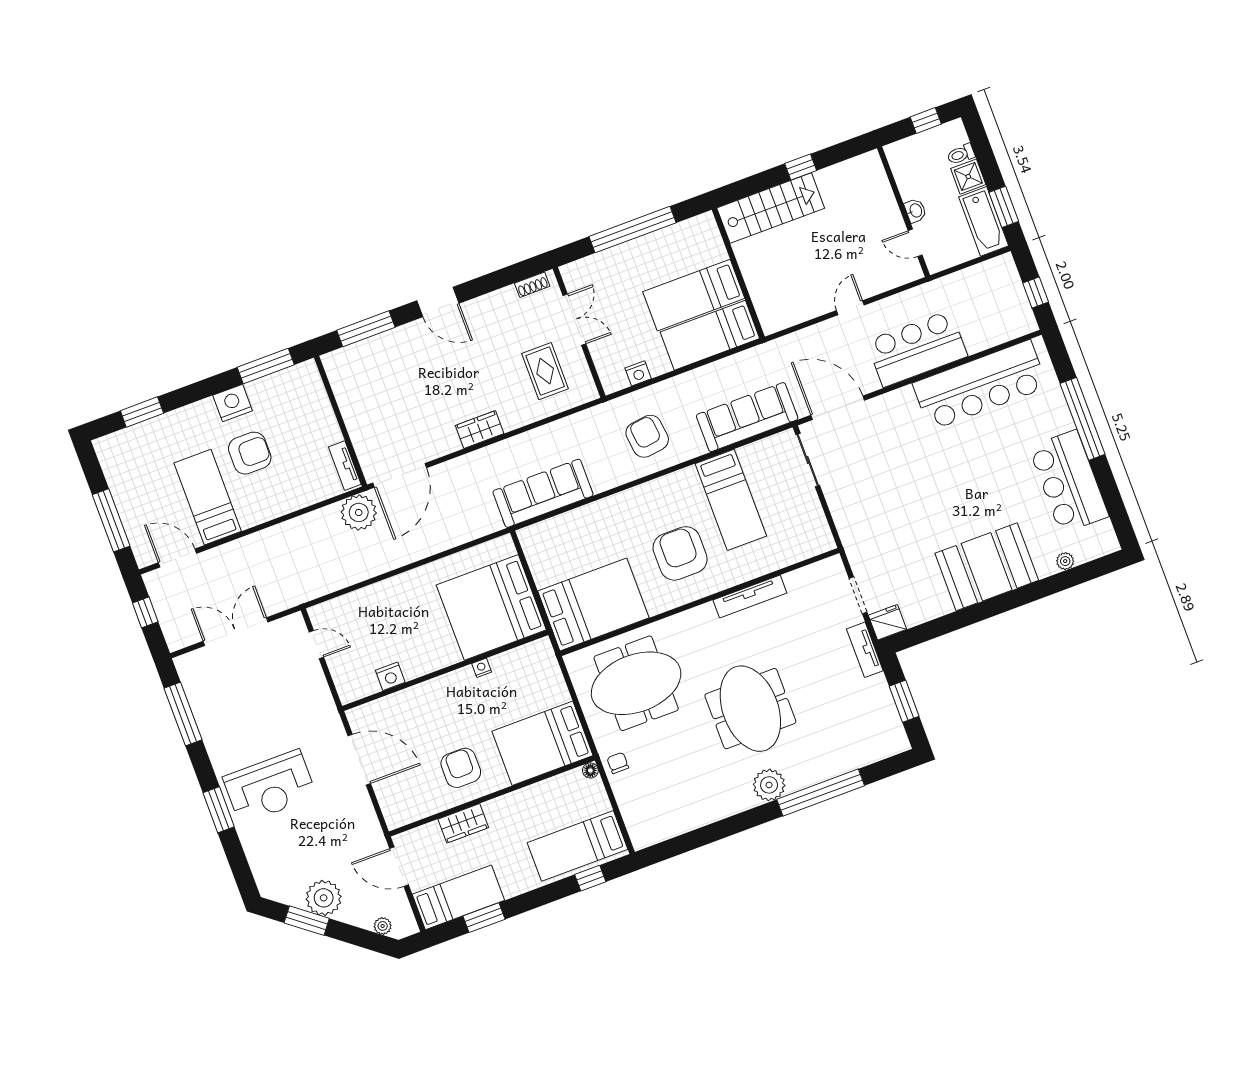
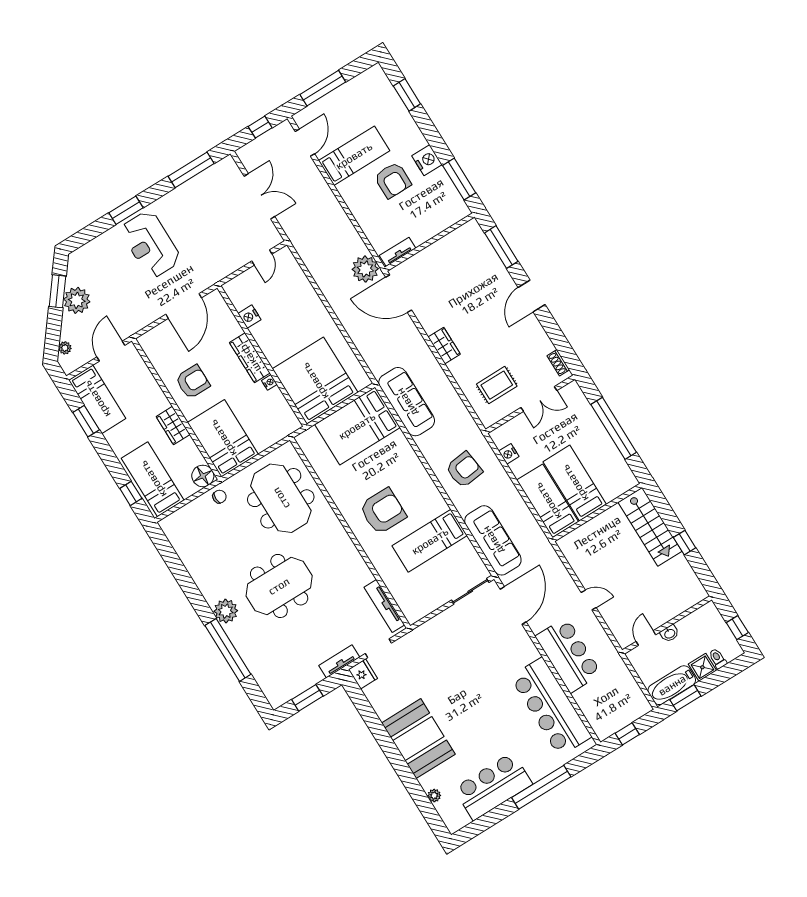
tv unit: (750, 597) -> (384, 606), moved
bed: (593, 604) -> (357, 426), moved, turned 90
wardrobe: (444, 687) -> (250, 358), added
floor lamp: (590, 770) -> (203, 476), width x1.89, depth x1.89
wardrobe: (463, 823) -> (173, 426), moved

